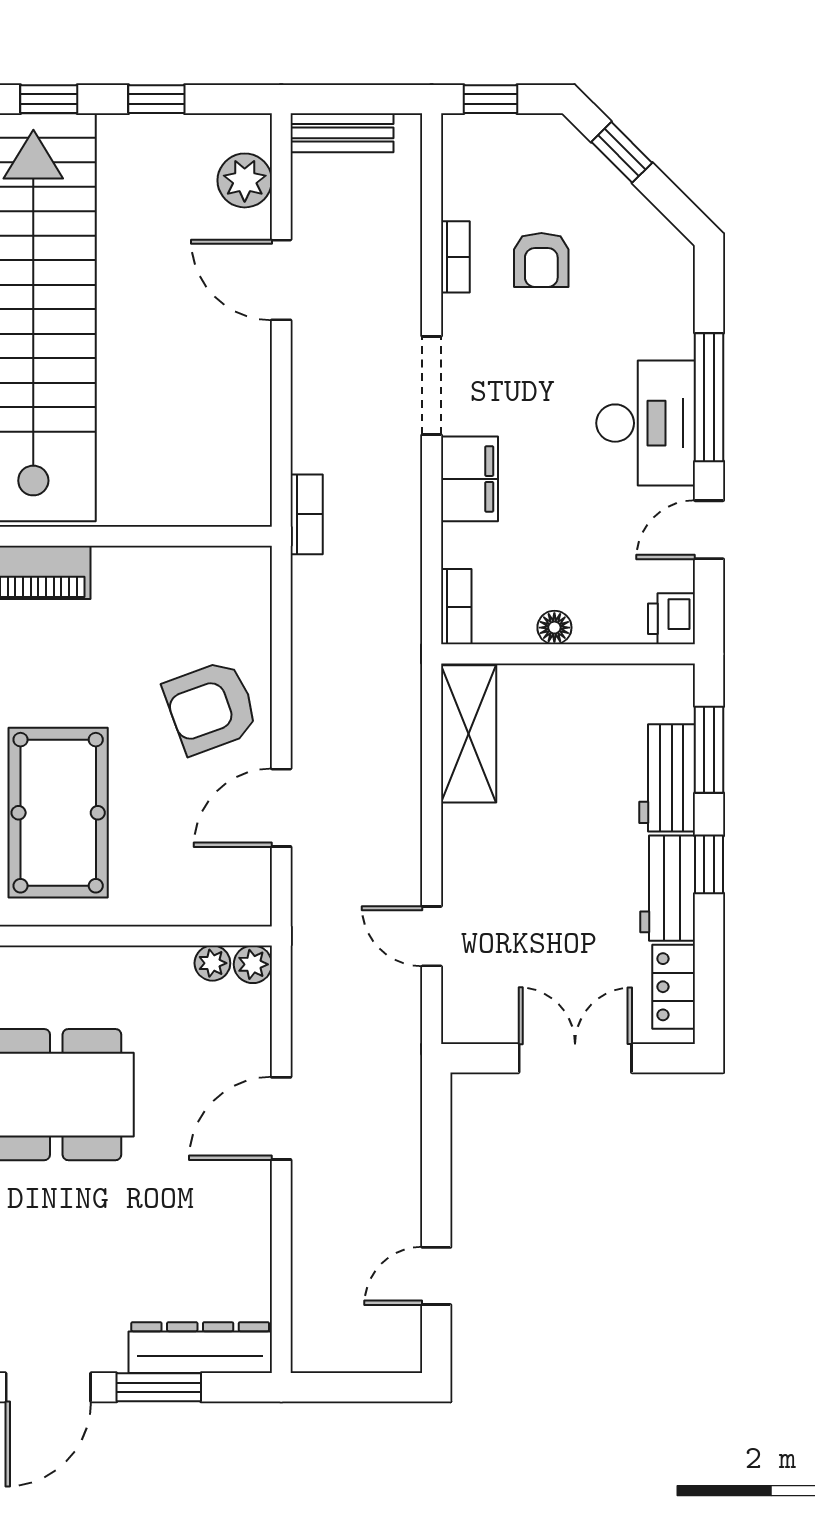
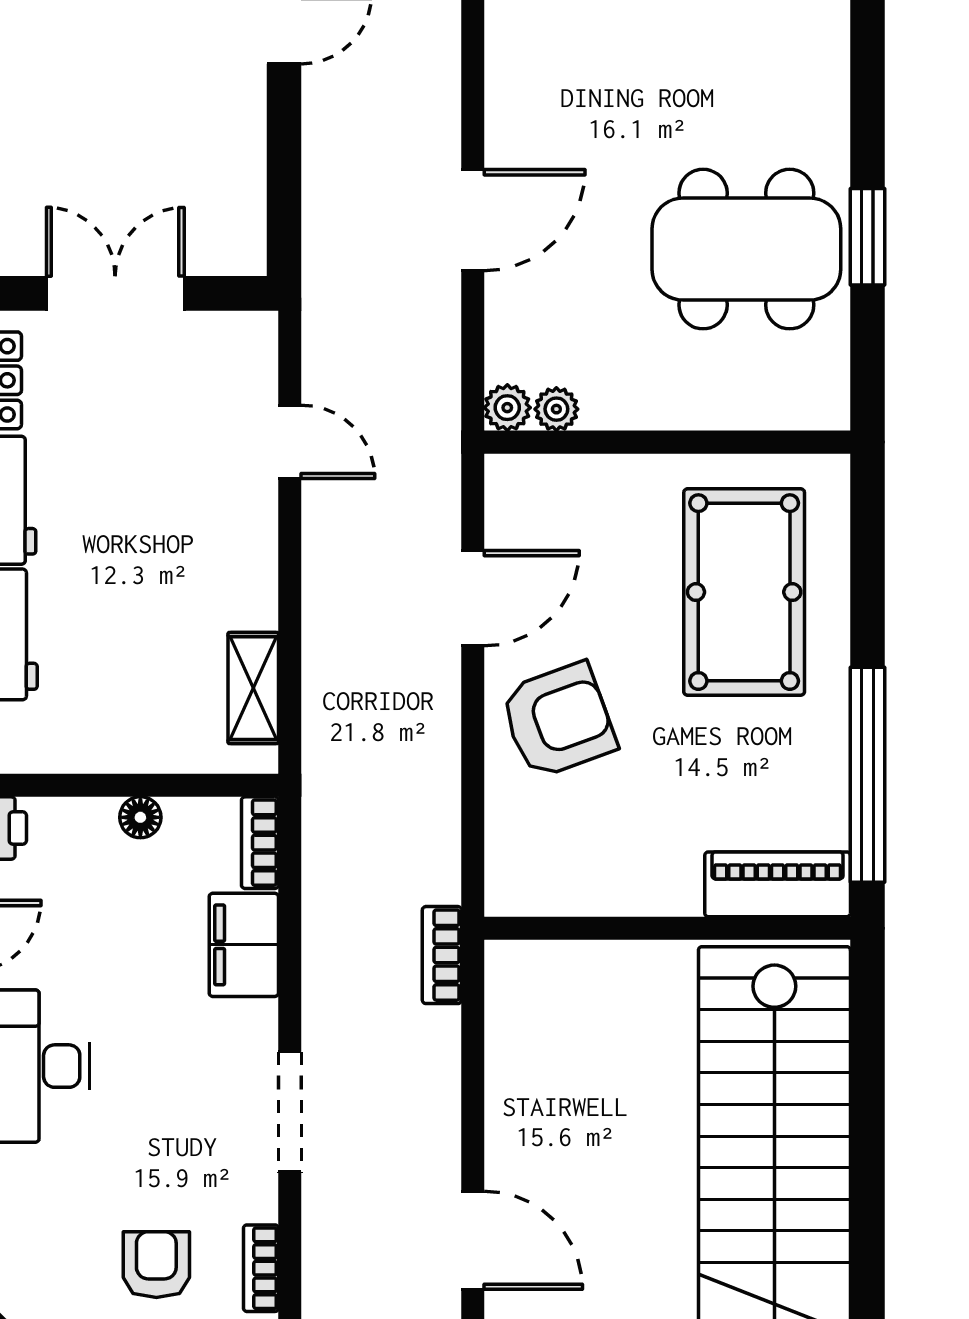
filing cabinet: (469, 479) -> (244, 945), moved
shelving: (469, 734) -> (253, 688), width x0.67, depth x0.75
double door: (575, 1058) -> (115, 293), swing flipped

